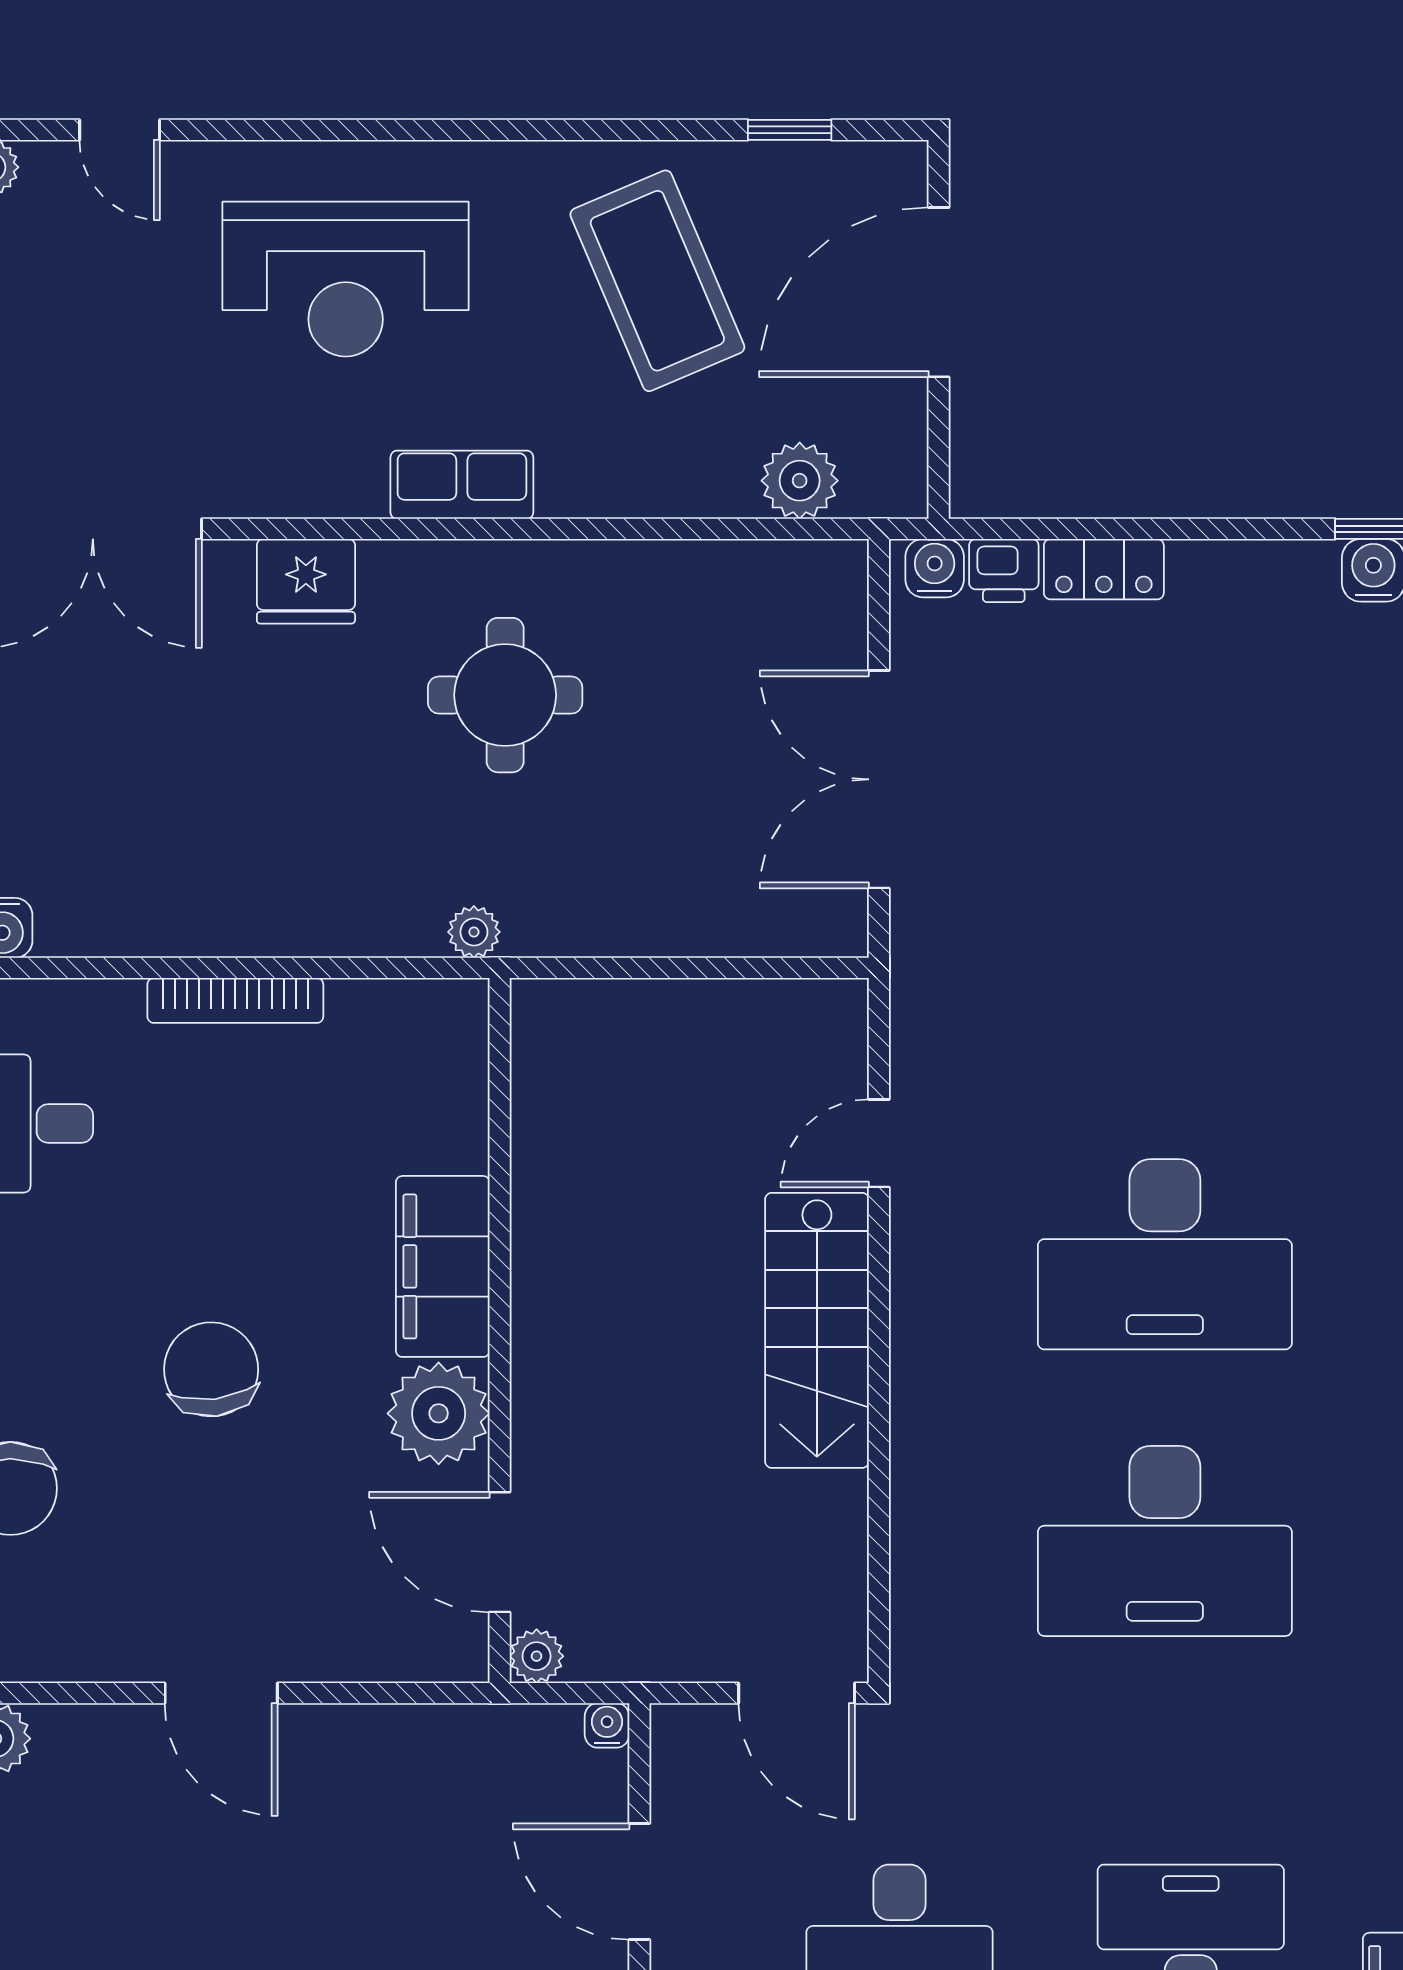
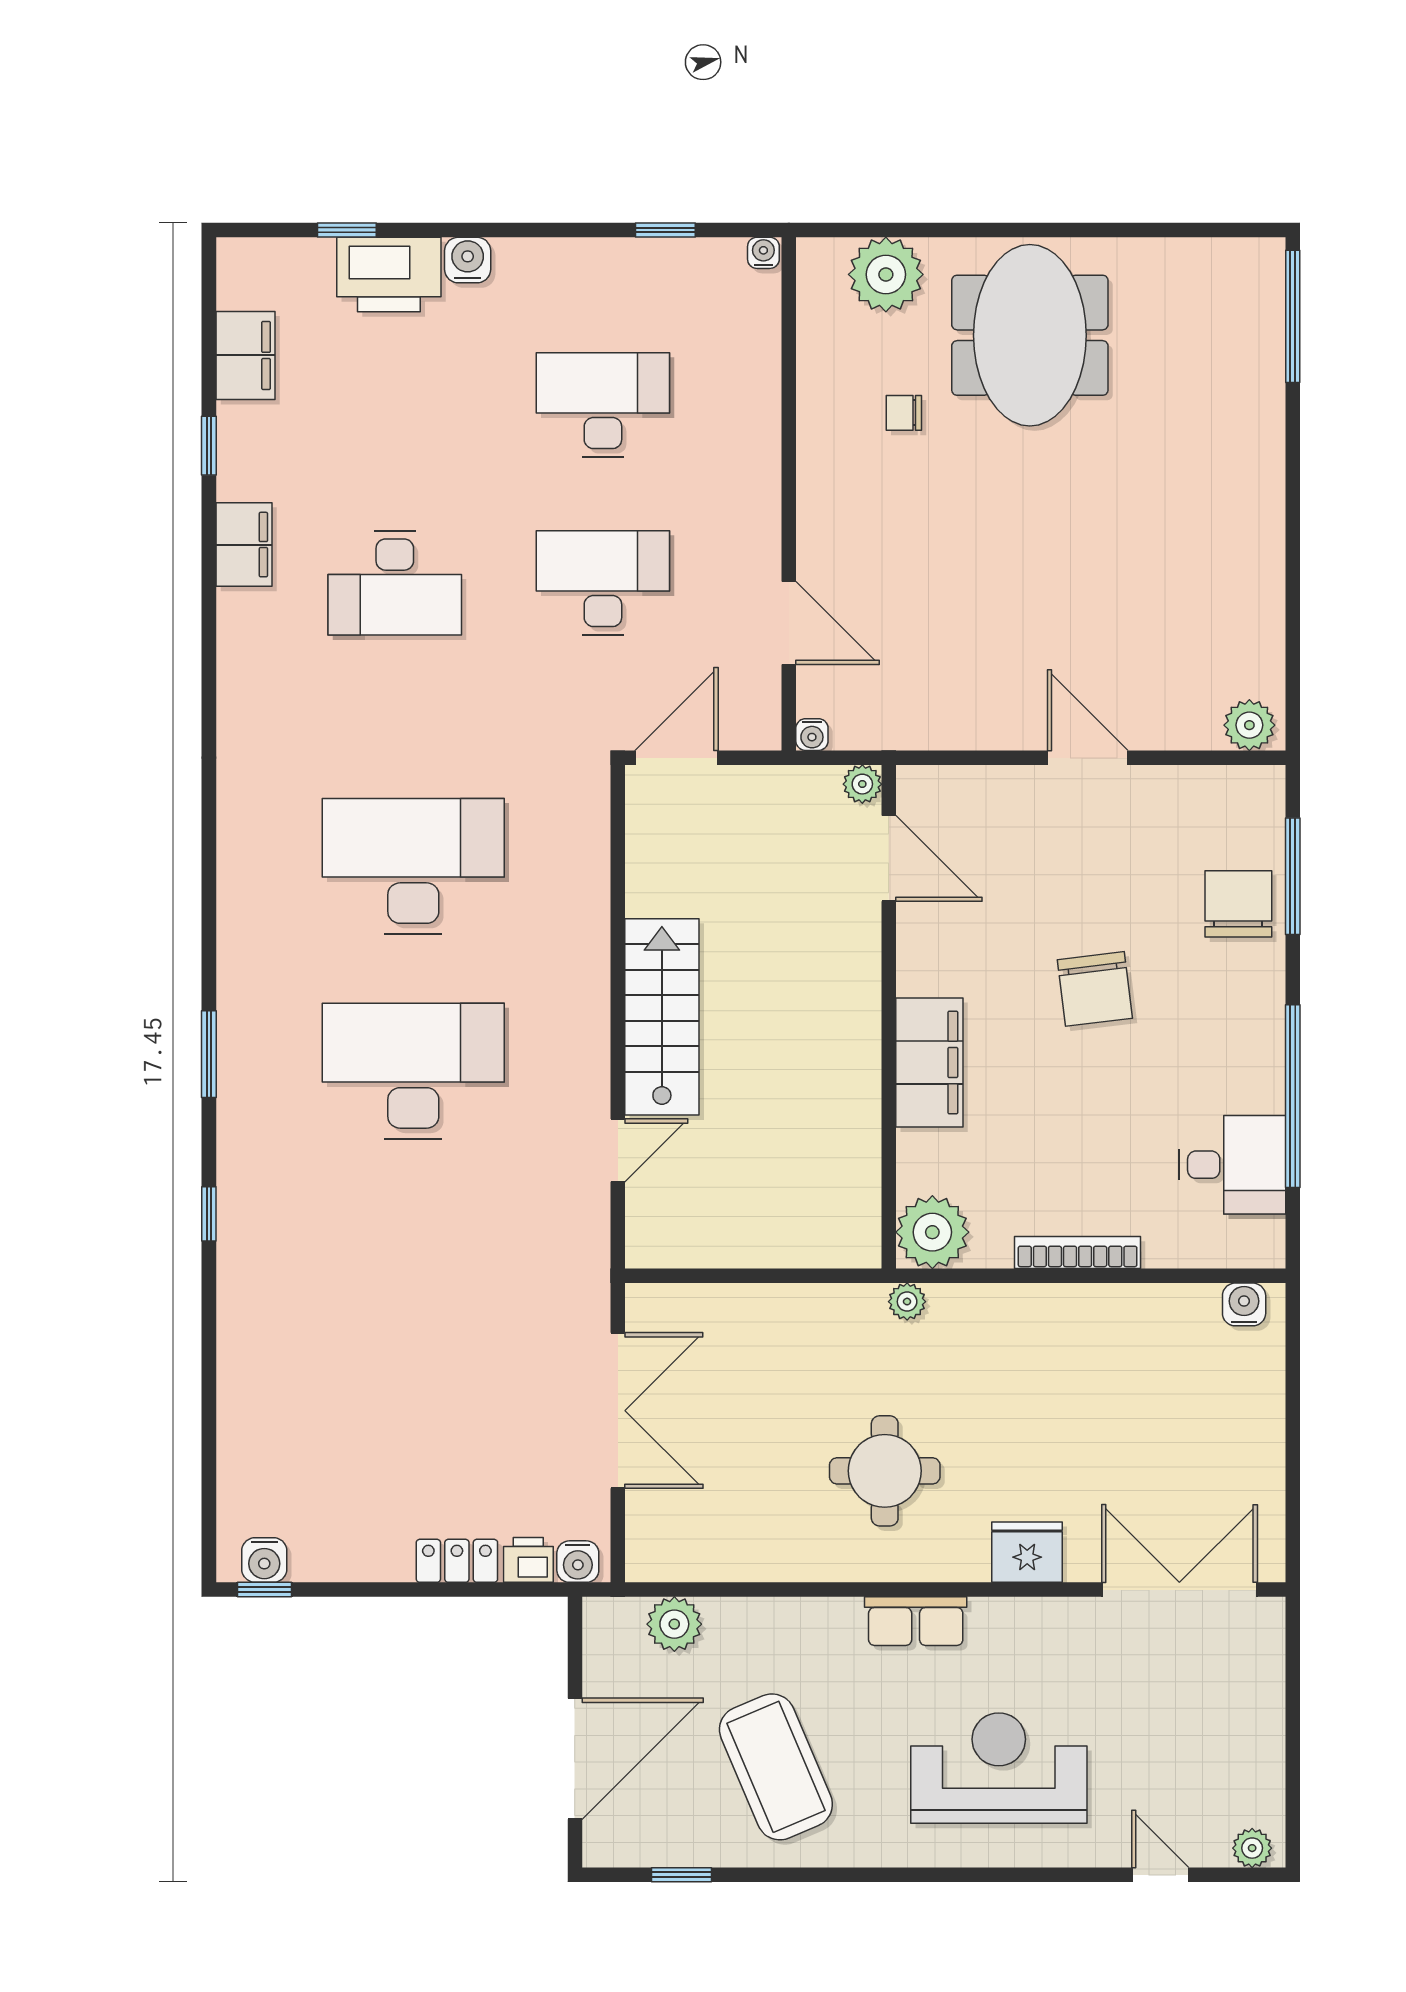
plant: (439, 1413) -> (932, 1232), moved
door: (797, 1693) -> (676, 758), hinge flipped

